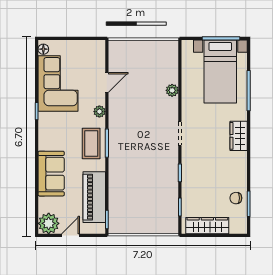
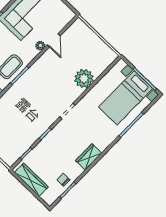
door: (107, 82) -> (54, 40), hinge flipped
plant: (172, 90) -> (84, 78), width x1.87, depth x1.87
plant: (99, 112) -> (40, 46), moved
wardrobe: (239, 136) -> (89, 157), moved

